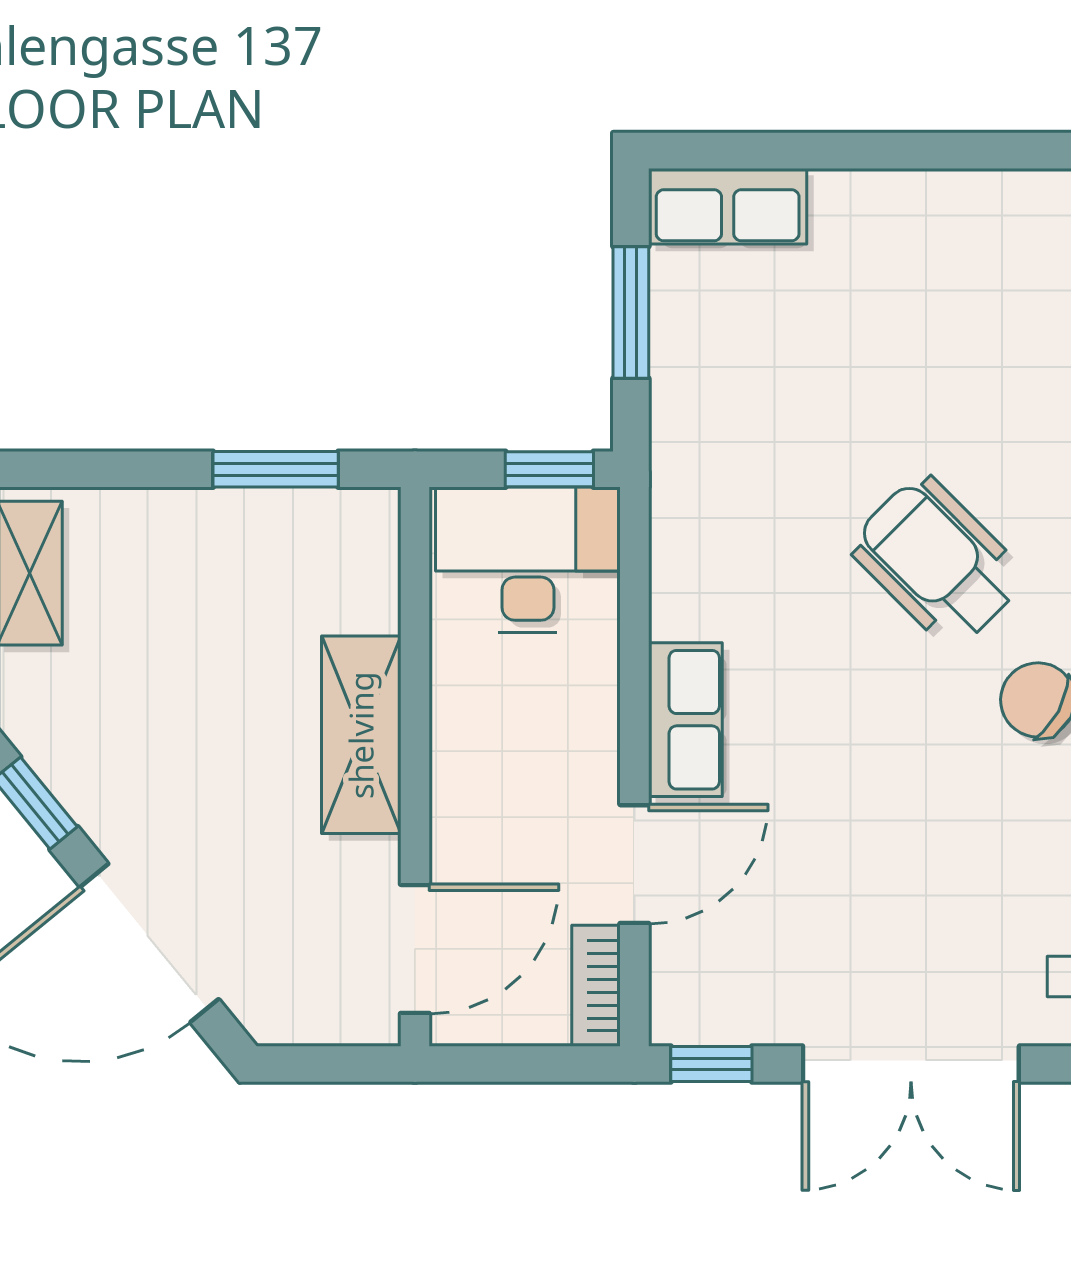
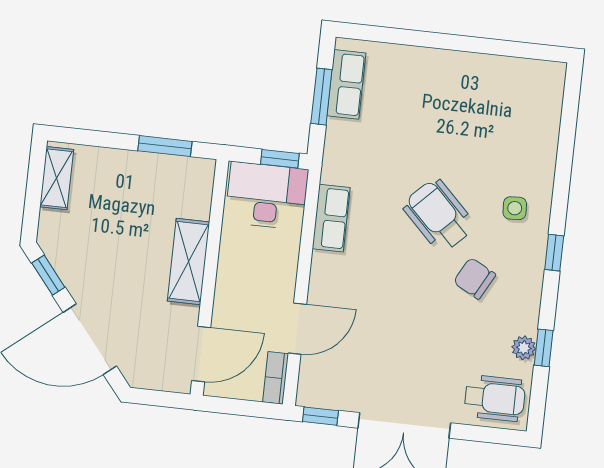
row of seats: (728, 206) -> (346, 84), moved, turned -90
row of seats: (685, 720) -> (331, 218), moved

